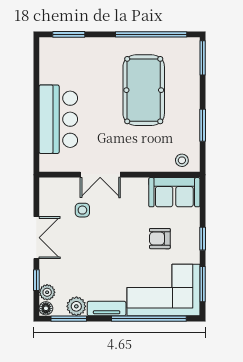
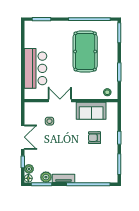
double door: (100, 175) -> (60, 101), swing flipped
sofa: (174, 192) -> (91, 111), moved
corner sofa: (164, 290) -> (97, 168), removed

